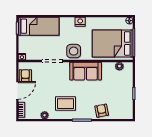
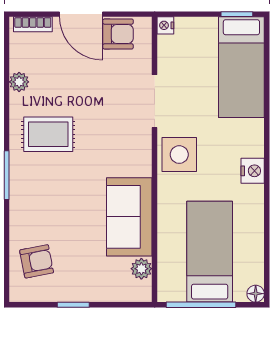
bed: (113, 43) -> (210, 252), width x0.67
sofa: (86, 71) -> (129, 217), moved
rug: (66, 104) -> (48, 134), turned 90
armchair: (102, 111) -> (37, 261), moved

